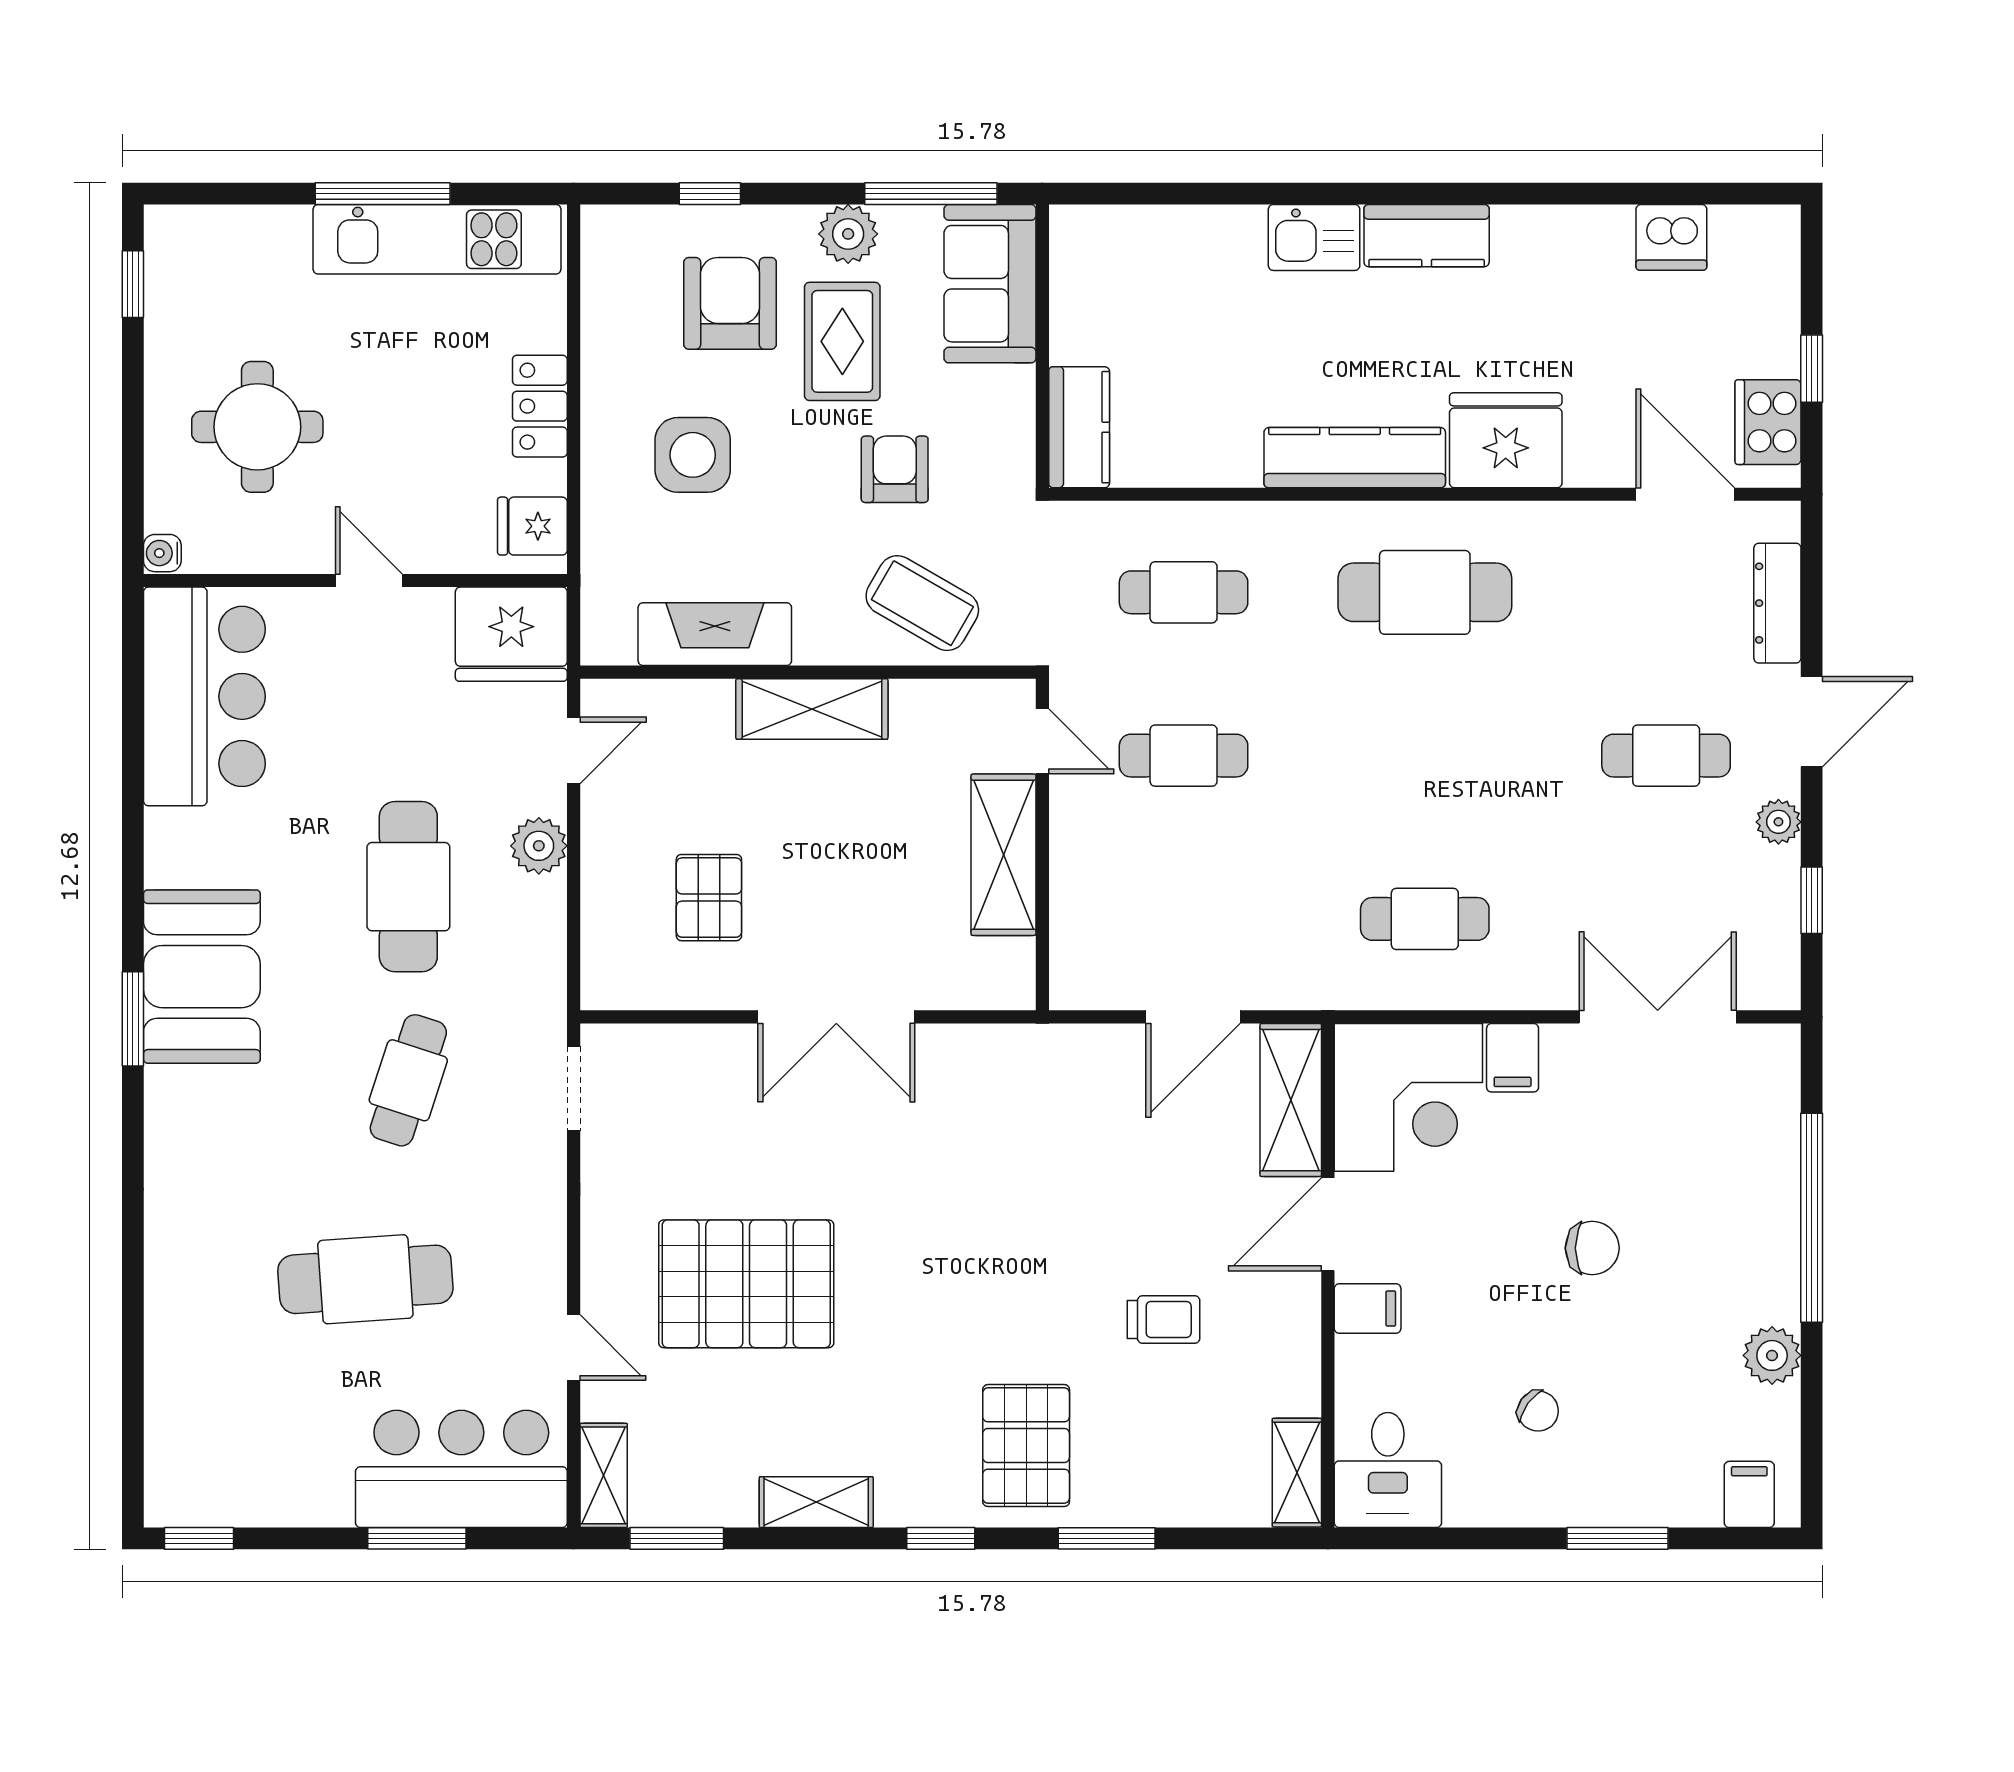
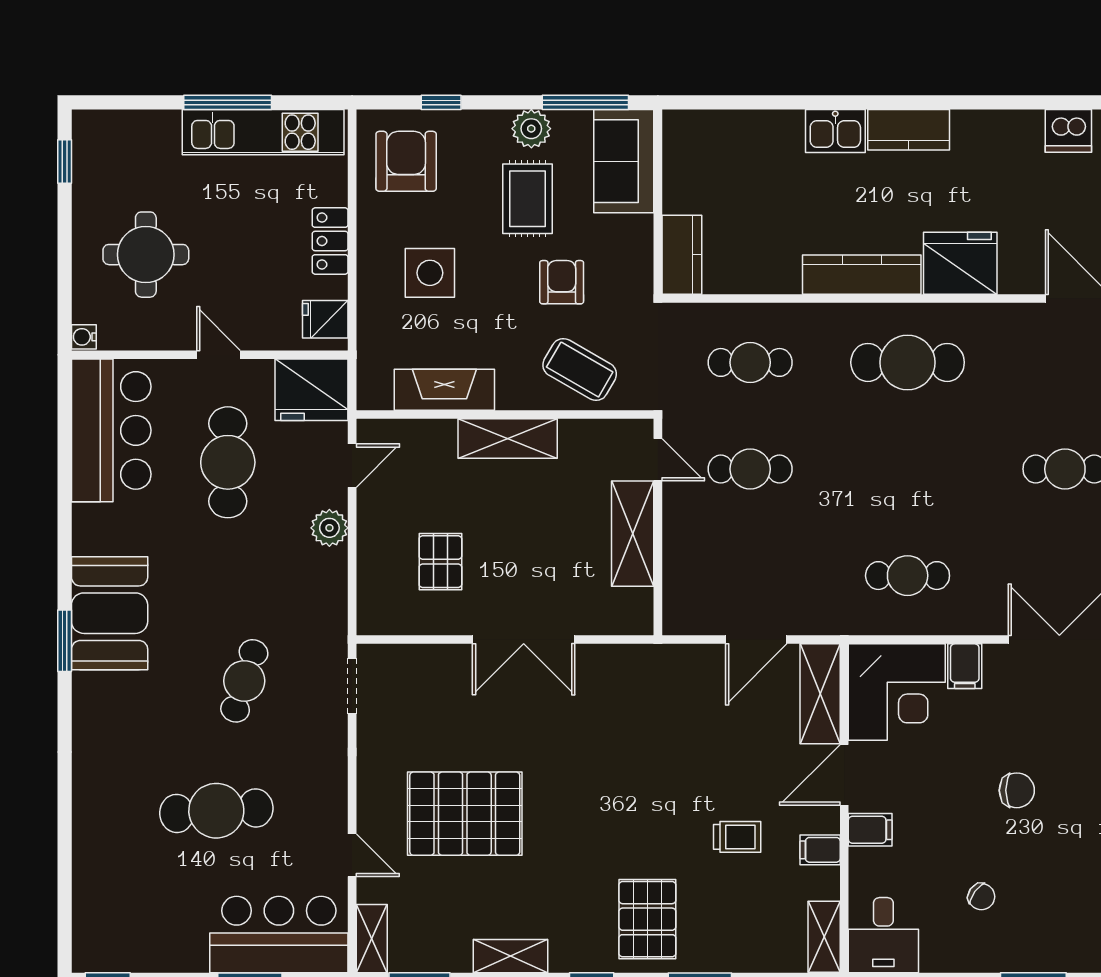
armchair: (730, 303) -> (406, 161), moved
cafe table: (408, 887) -> (228, 462), moved
filing cabinet: (1291, 1339) -> (820, 850), added

